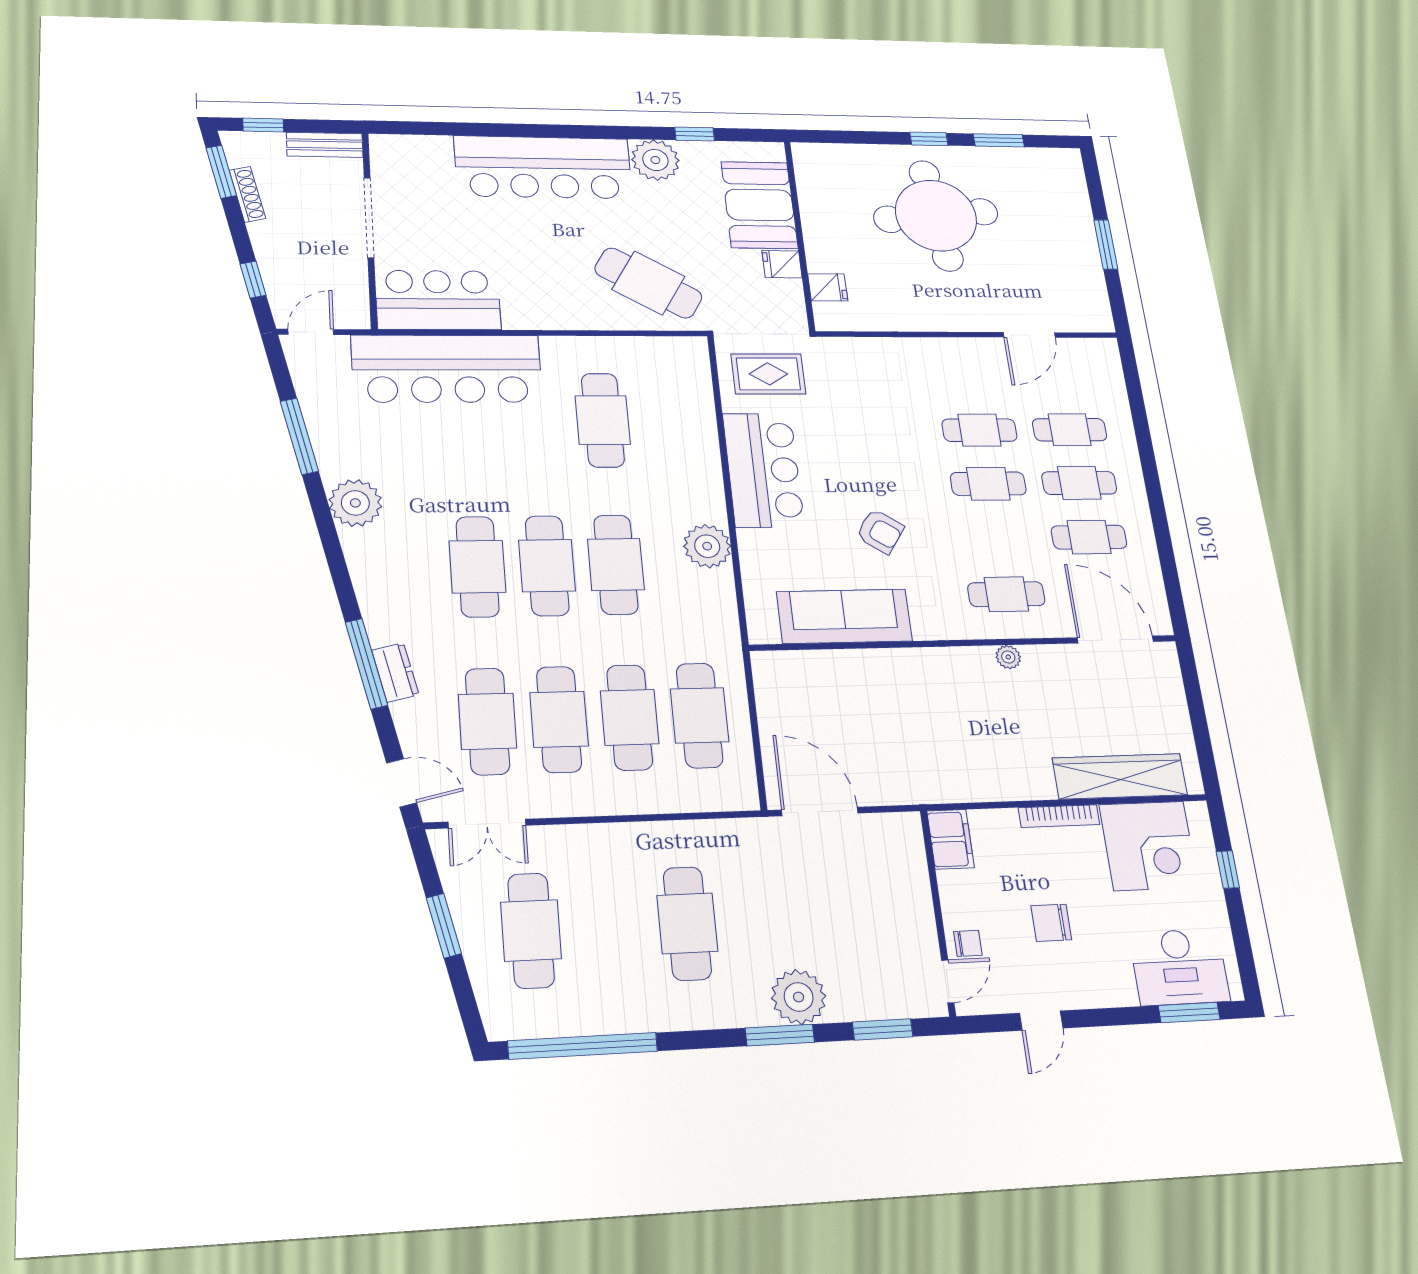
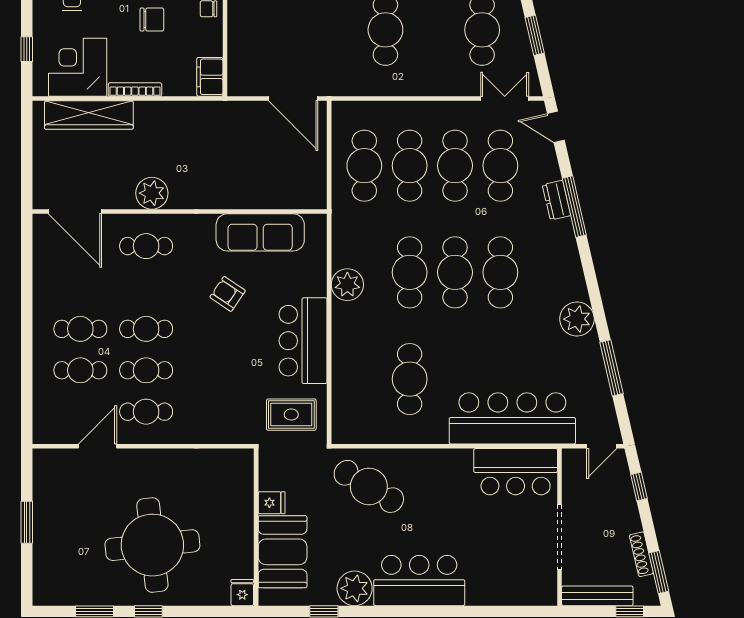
bench: (325, 145) -> (597, 596), width x1.36
bar counter: (543, 167) -> (419, 581), width x0.73
fridge: (828, 287) -> (242, 593), moved, turned 90
cafe table: (1089, 537) -> (146, 412), moved
plant: (1008, 657) -> (152, 193), width x1.88, depth x1.88

